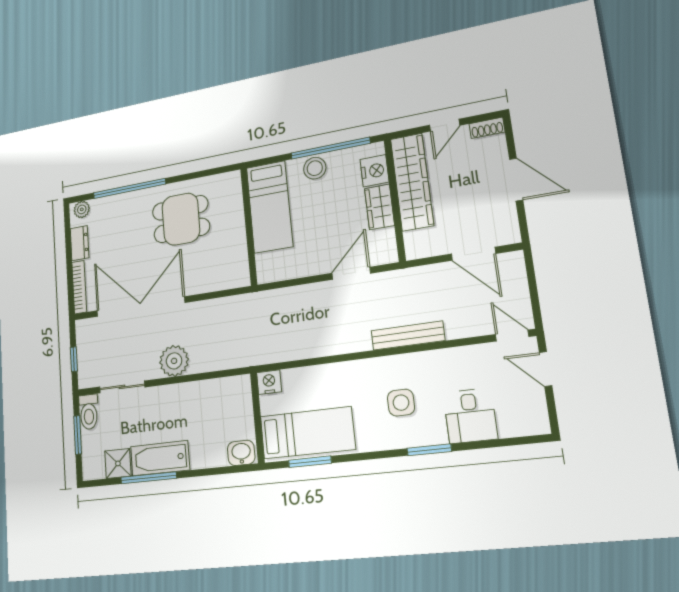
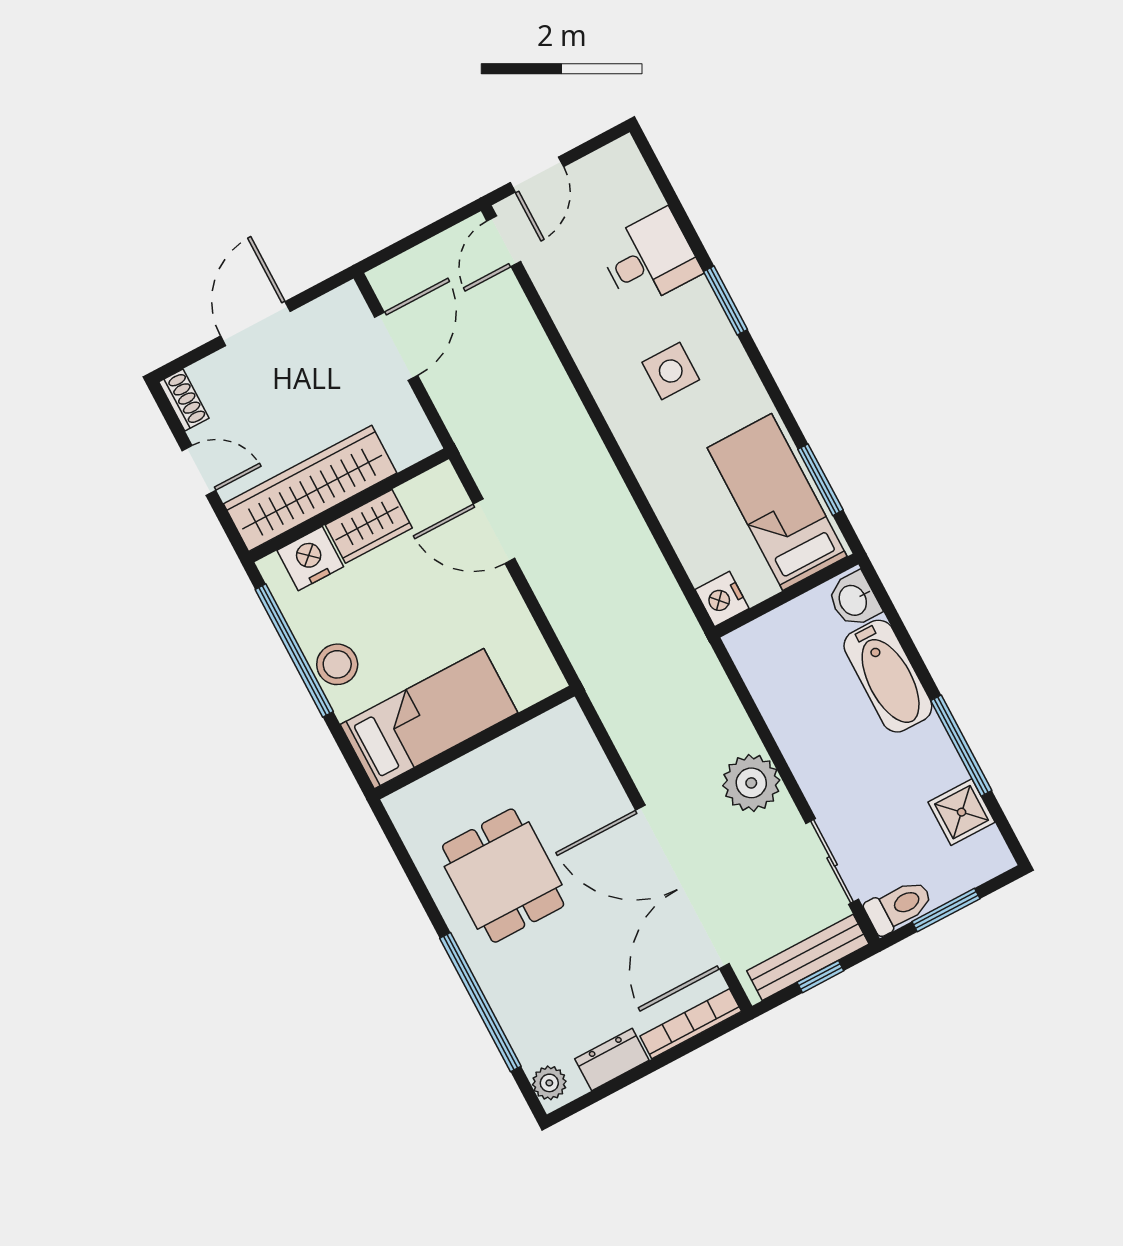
bench: (408, 336) -> (808, 957), moved, turned 90
bathtub: (160, 458) -> (888, 676), moved

